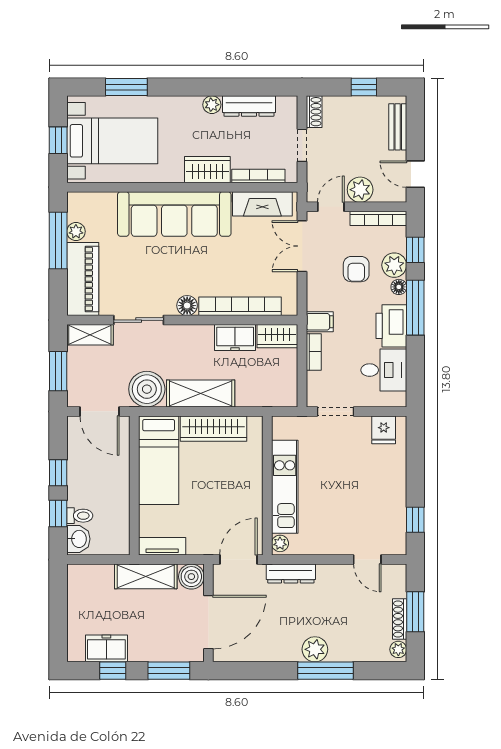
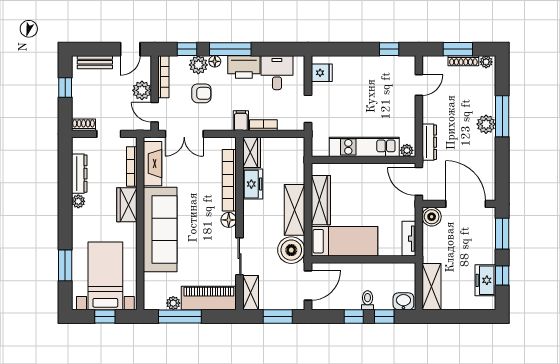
toilet: (80, 516) -> (368, 300), moved
shelving: (146, 576) -> (431, 287), moved

